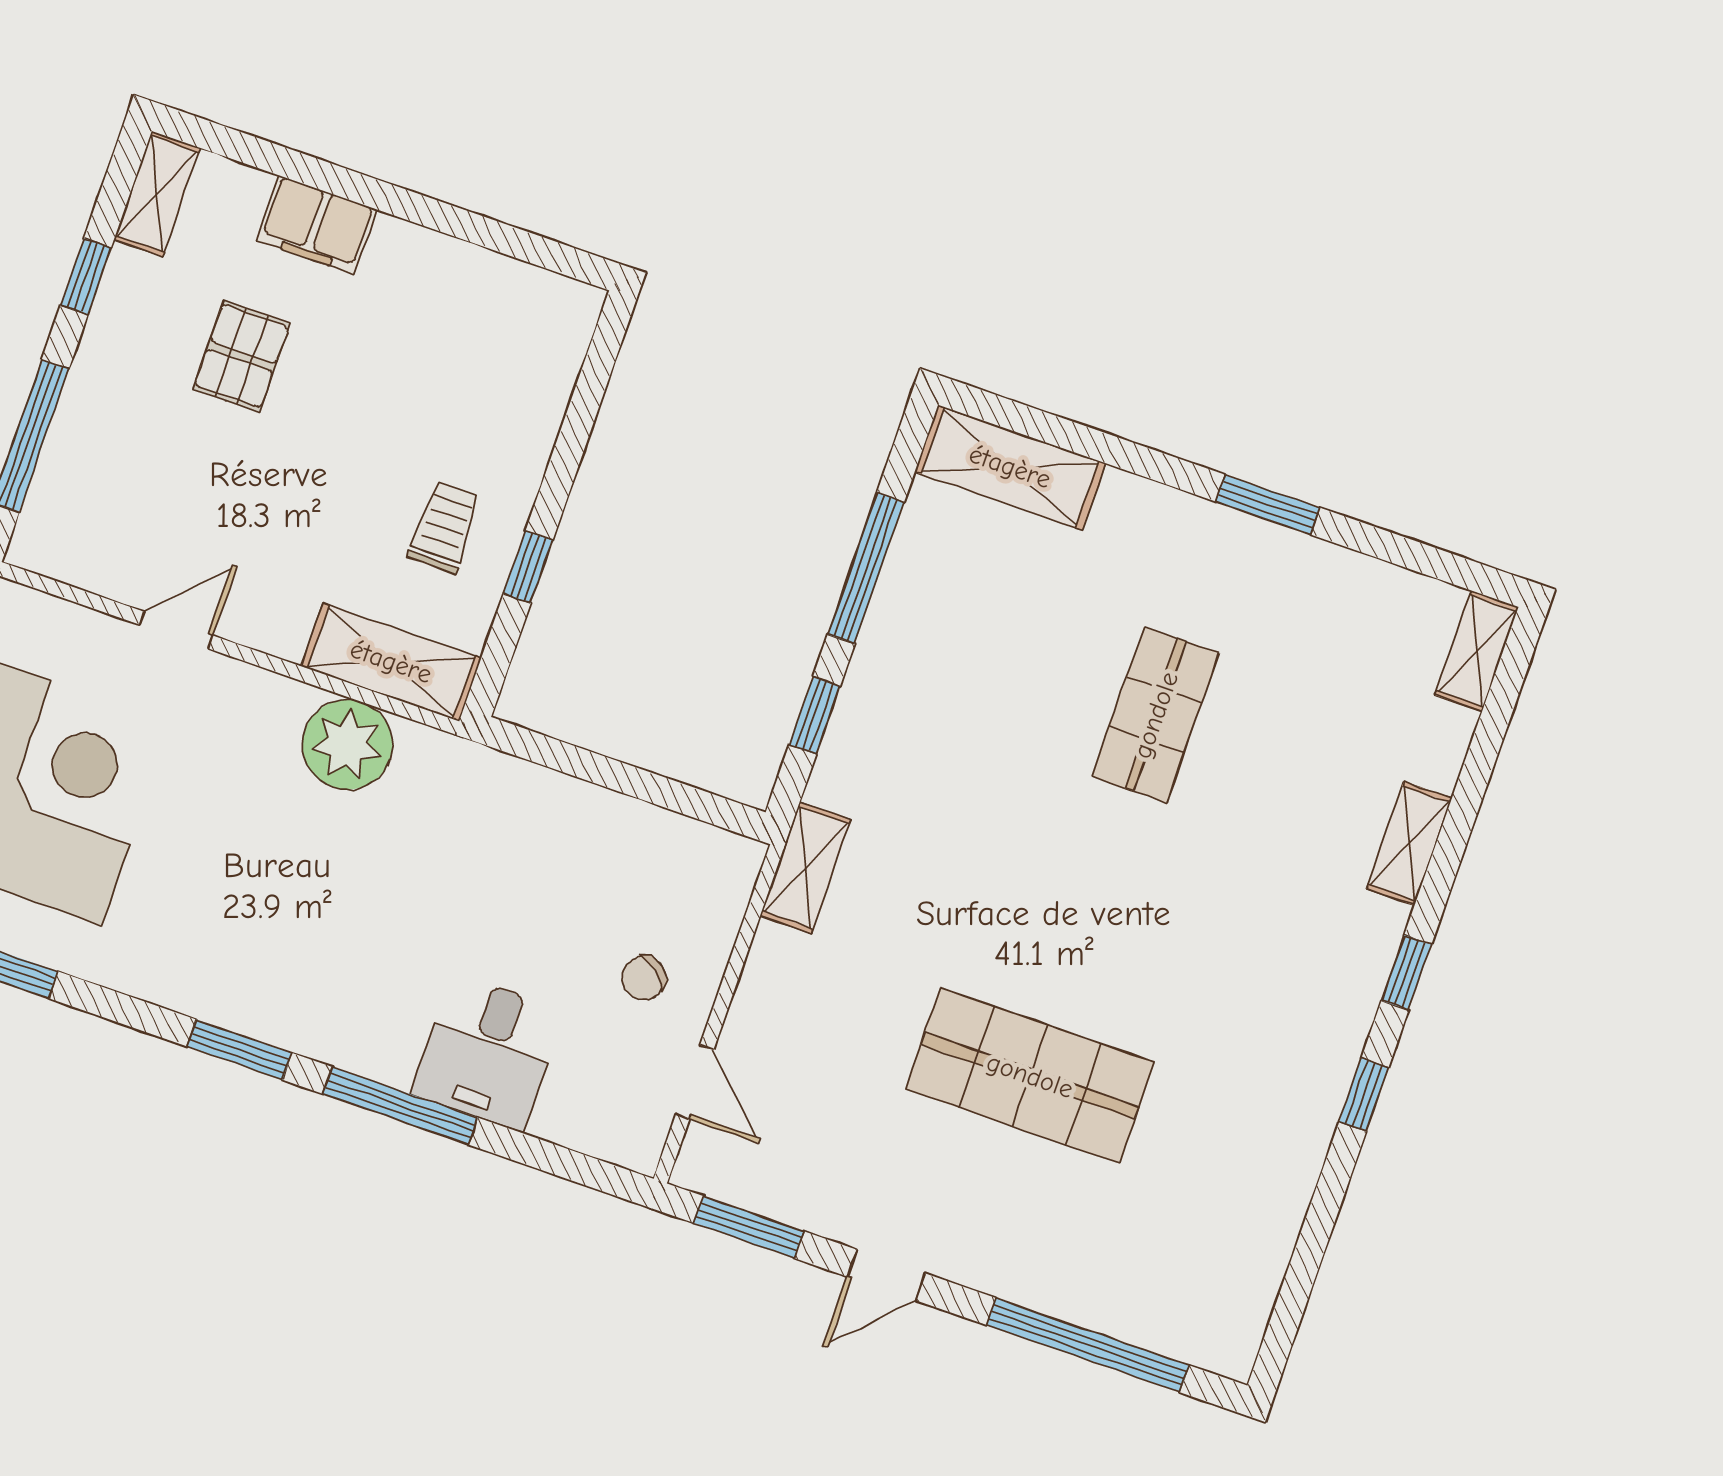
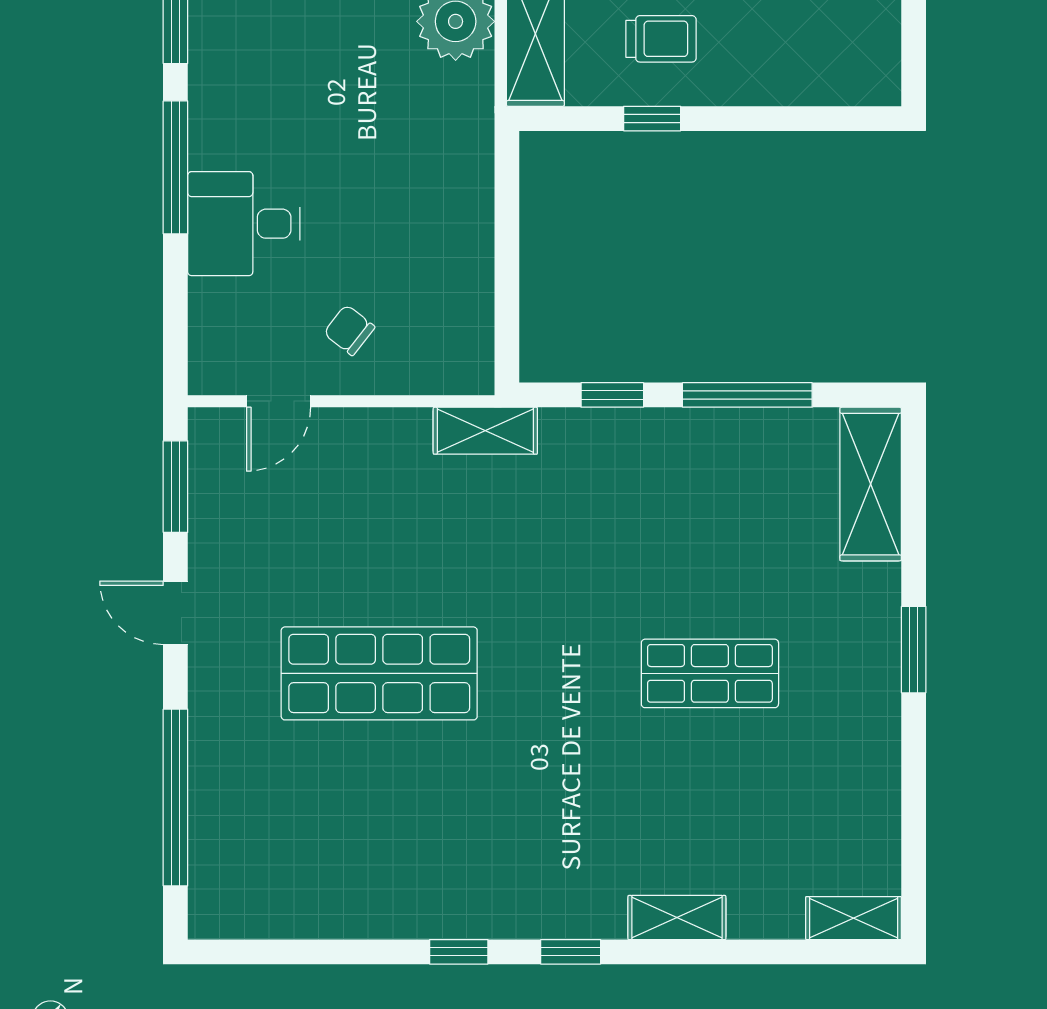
window: (1268, 505) -> (914, 650), moved
shop shelf: (1030, 1076) -> (379, 673), turned 90

